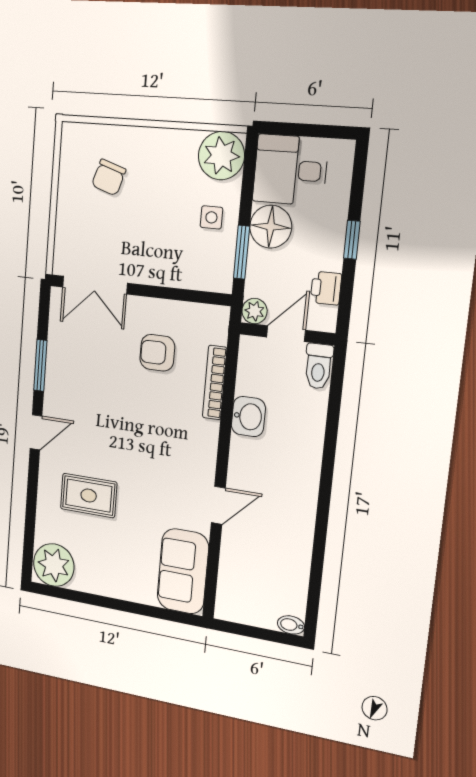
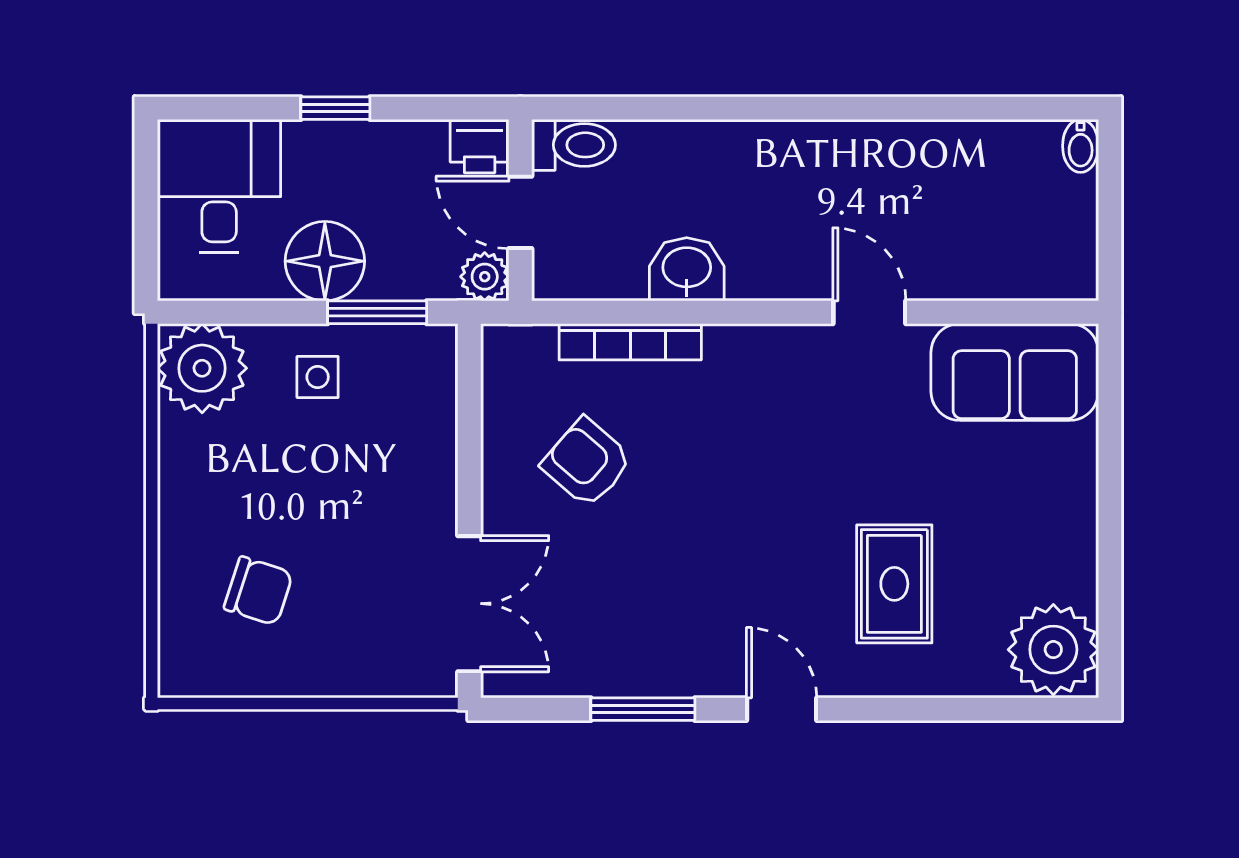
desk: (290, 170) -> (219, 186), moved, turned 180
printer: (326, 288) -> (480, 146), moved
armchair: (157, 353) -> (587, 463), turned 131

